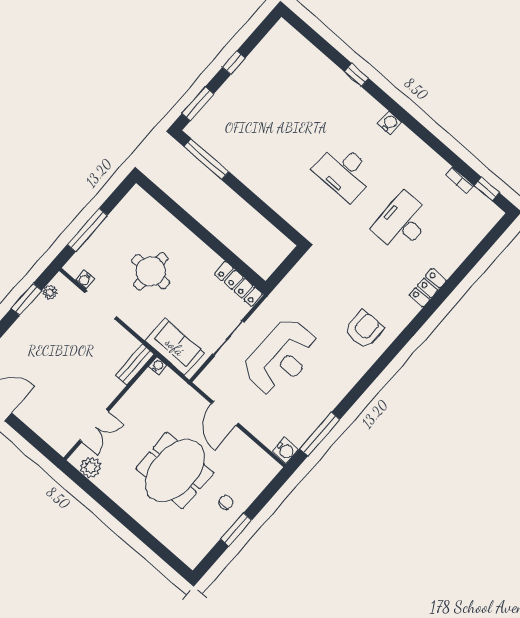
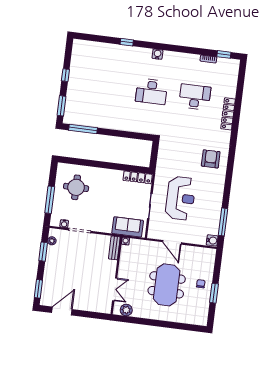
desk: (402, 223) -> (195, 97), turned 90
round table: (151, 271) -> (76, 187), moved
locker: (428, 288) -> (228, 114), width x1.53

